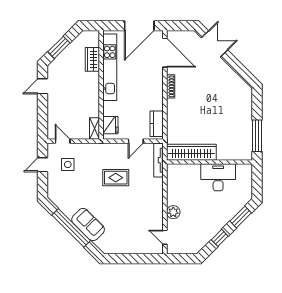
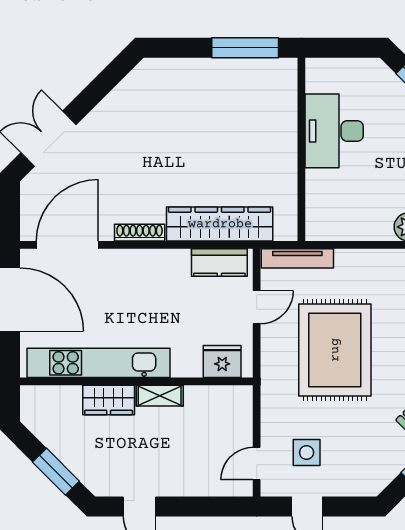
wardrobe: (92, 59) -> (109, 400), moved
shelving: (94, 128) -> (160, 396), moved
door: (136, 141) -> (257, 307), hinge flipped
wardrobe: (191, 152) -> (220, 224), moved, turned 90
rug: (116, 178) -> (335, 350), width x1.86, depth x2.06

